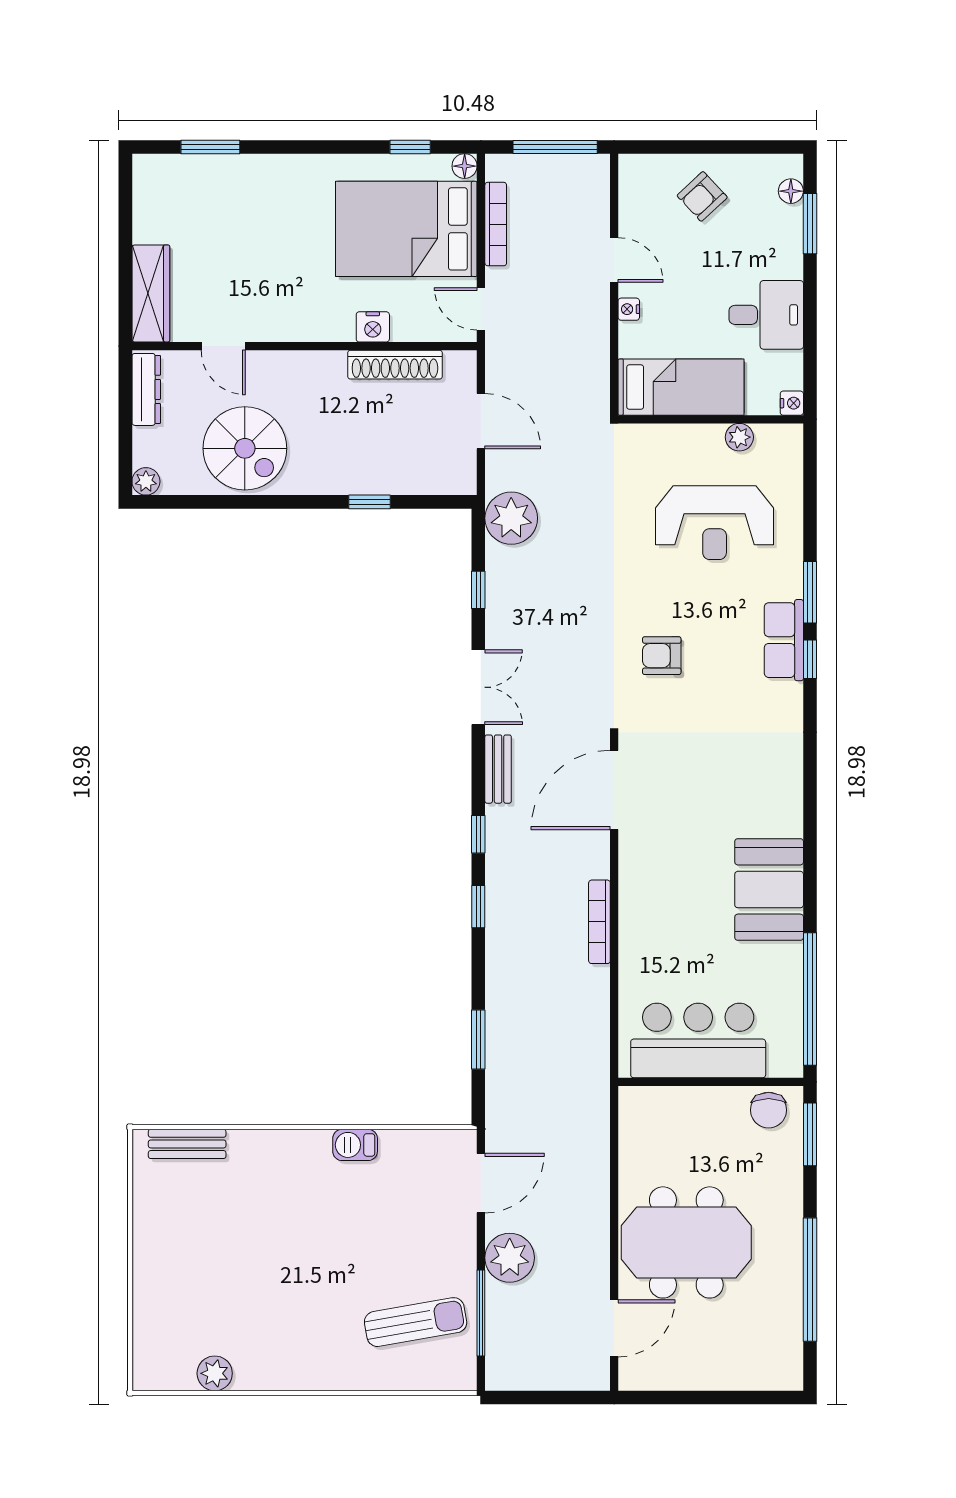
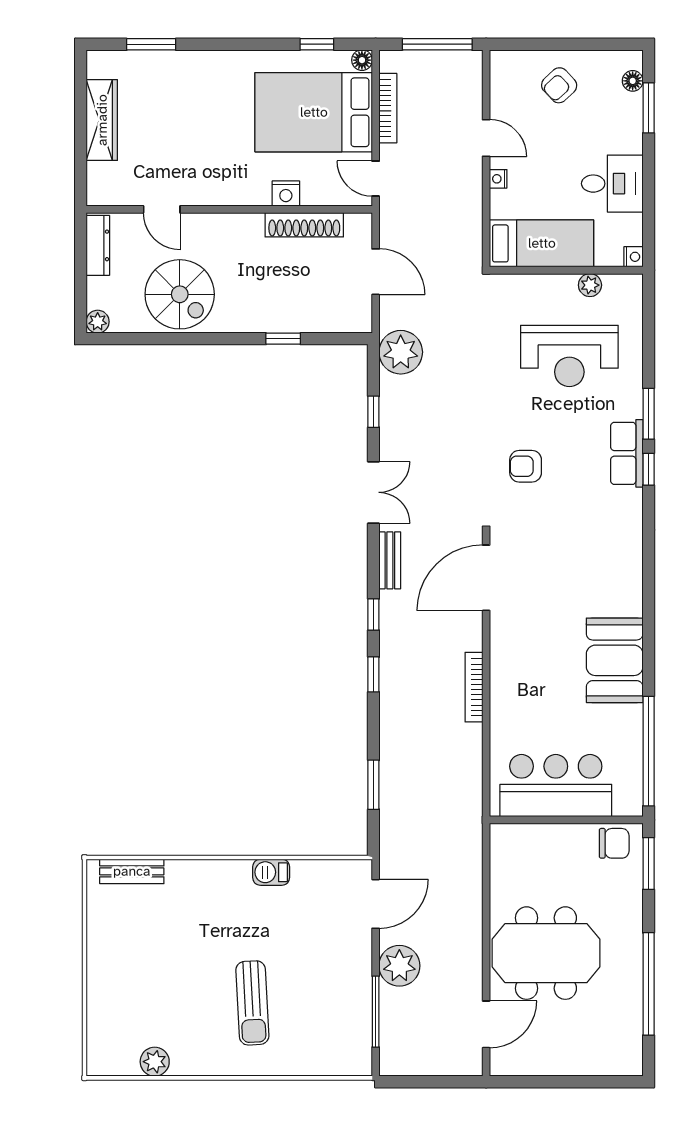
wardrobe: (151, 293) -> (102, 120), moved
chair: (769, 1110) -> (614, 843), turned -90
sun lounger: (416, 1322) -> (252, 1003), moved, turned 97

